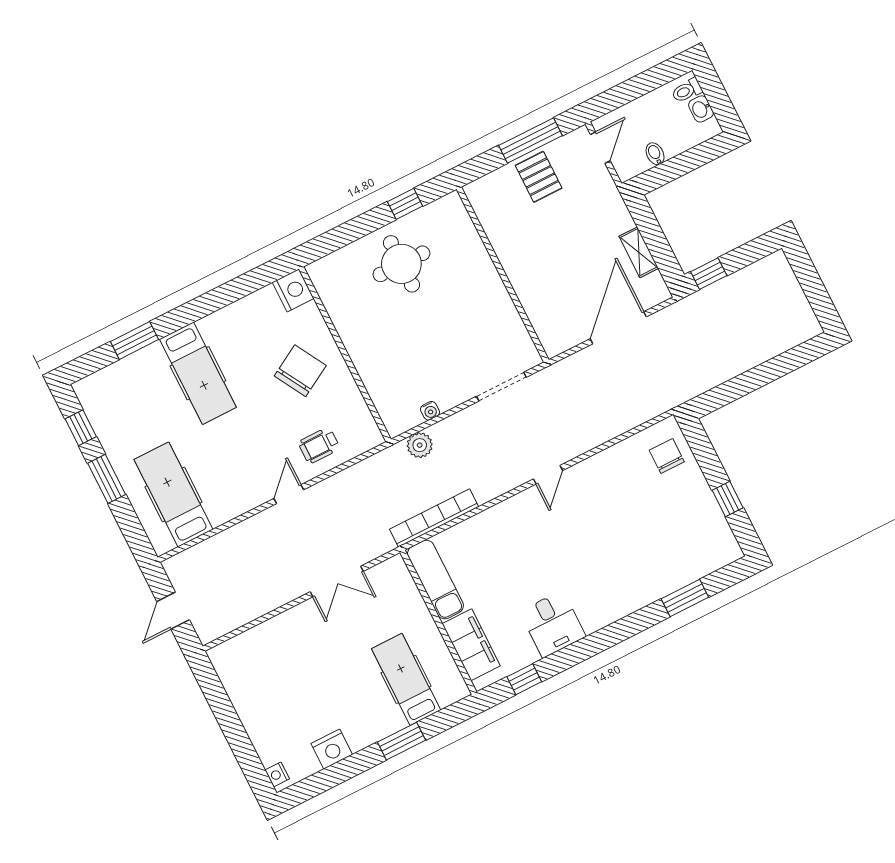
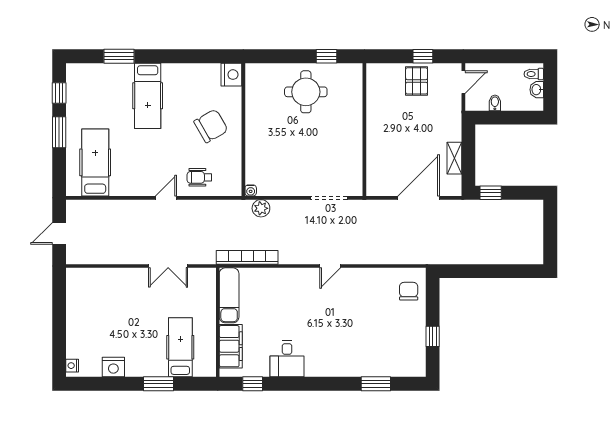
window: (531, 140) -> (423, 56), width x0.46
water cooler: (430, 411) -> (251, 190), moved

